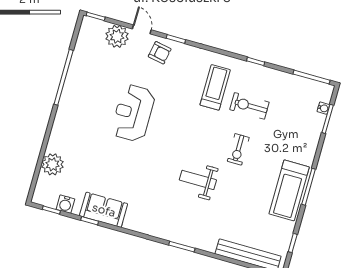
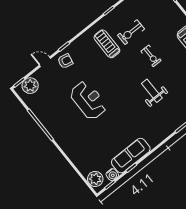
plant: (117, 36) -> (30, 86), moved
reception desk: (133, 113) -> (88, 100), turned 180
plant: (53, 164) -> (95, 179), moved
weight bench: (198, 180) -> (152, 91), turned 90
sofa: (104, 210) -> (131, 156), width x1.36

